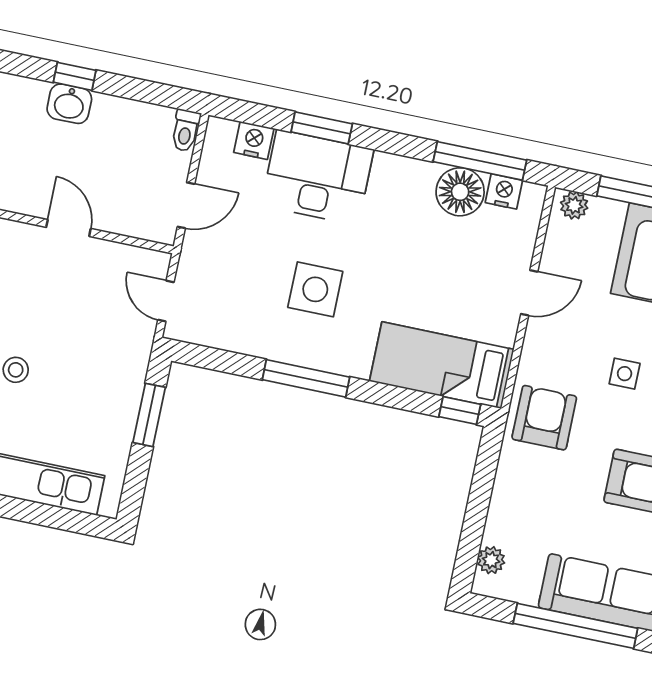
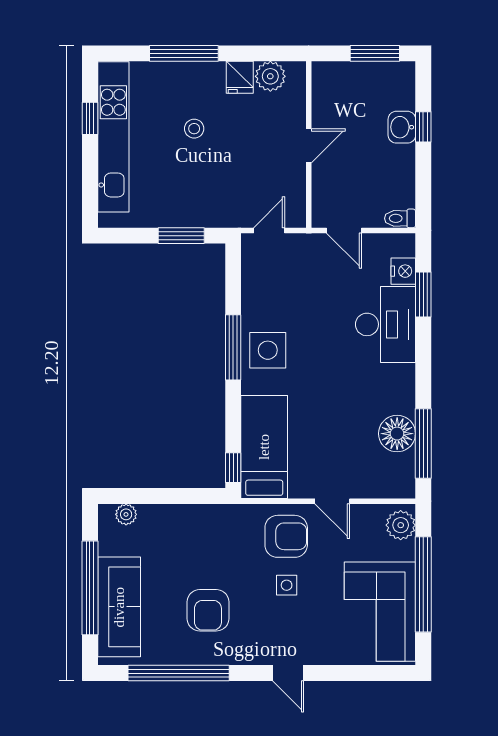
window: (322, 128) -> (423, 295), moved
nightstand: (504, 191) -> (404, 466), removed
plant: (574, 205) -> (401, 525), width x1.38, depth x1.38
side table: (315, 289) -> (268, 350), moved
armchair: (544, 418) -> (286, 536), moved

